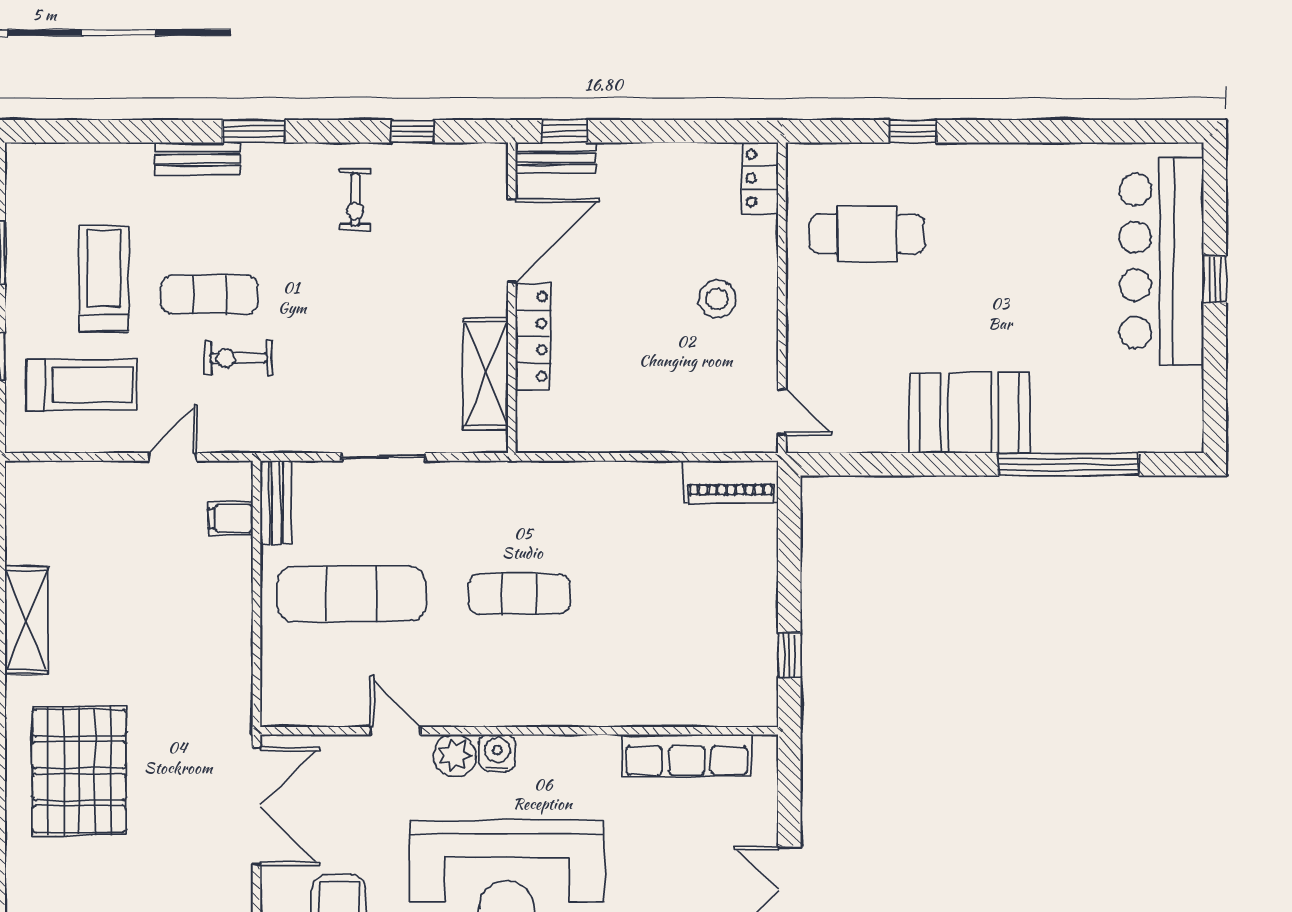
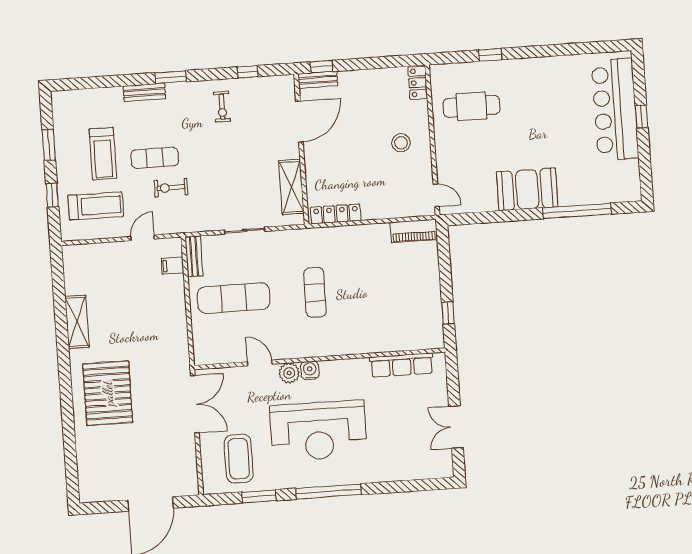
treadmill: (104, 279) -> (103, 154), turned 180
locker: (533, 337) -> (336, 214), moved, turned -90
exercise mat: (519, 594) -> (315, 292), turned 90

